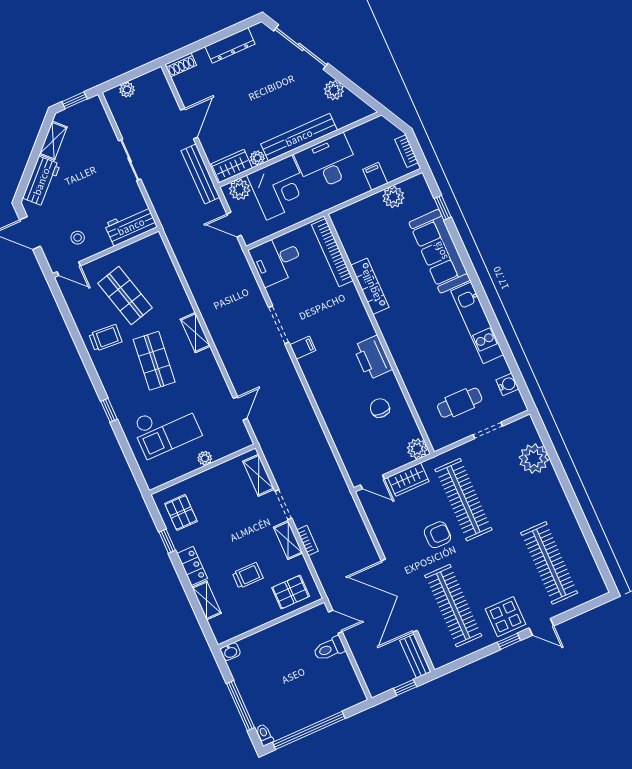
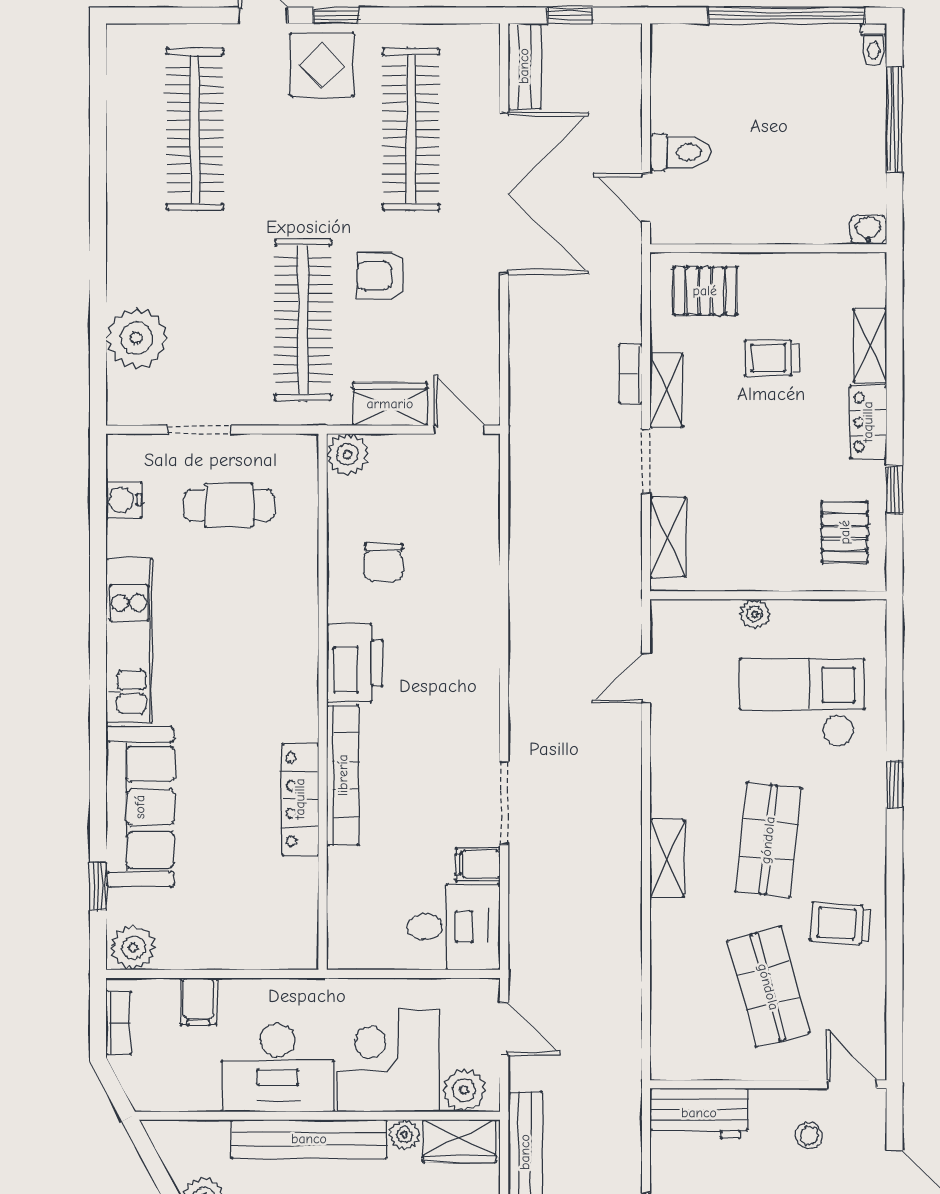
plant: (393, 197) -> (133, 947), moved
bookcase: (332, 253) -> (343, 775), moved
filing cabinet: (303, 348) -> (478, 864), moved

